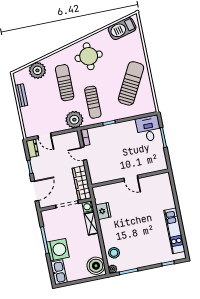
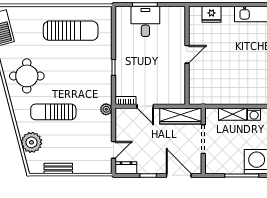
sun lounger: (131, 83) -> (71, 31), turned 152
sun lounger: (93, 102) -> (84, 82), removed
plant: (74, 120) -> (106, 109), width x0.53, depth x0.53
desk: (149, 129) -> (145, 21), moved, turned 90
door: (84, 154) -> (145, 106), hinge flipped
washing machine: (88, 207) -> (254, 114), moved
fridge: (103, 211) -> (211, 14), moved, turned 180

